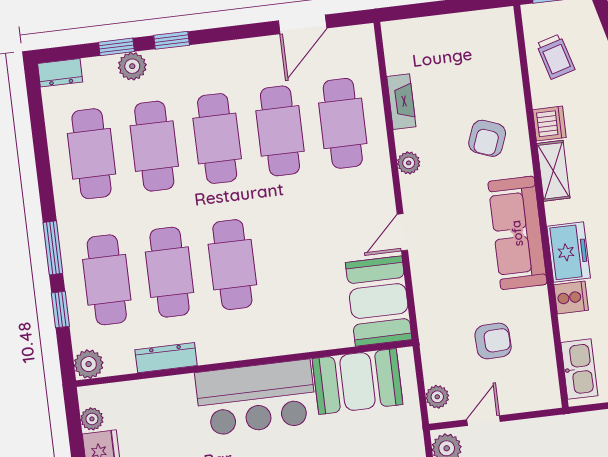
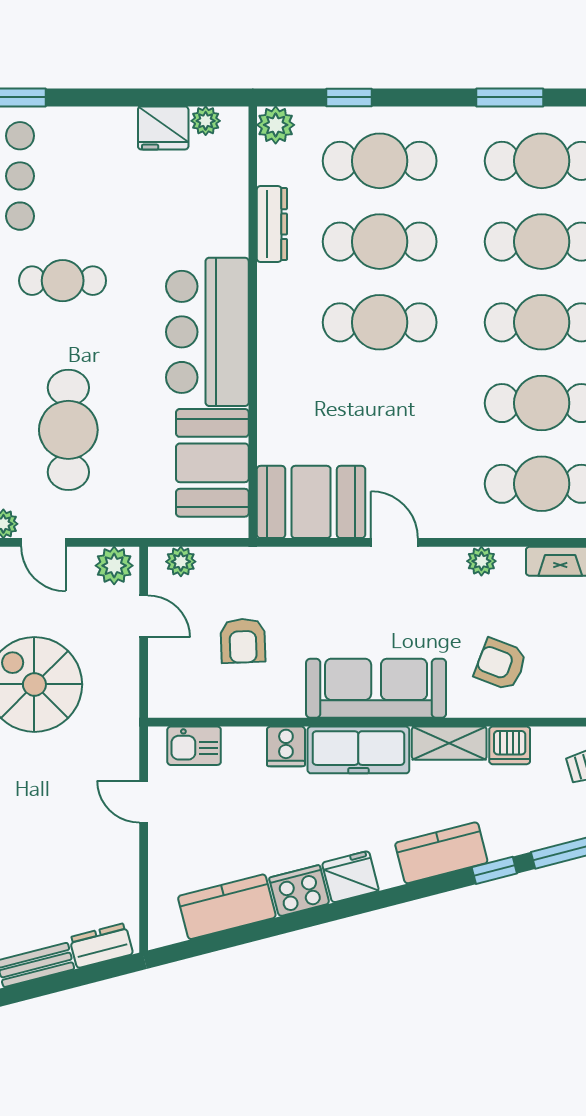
window: (53, 248) -> (510, 97), moved
freezer: (569, 252) -> (358, 750), width x1.40
kitchen sink: (579, 369) -> (194, 746), width x0.73

